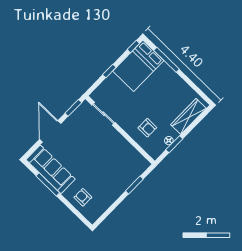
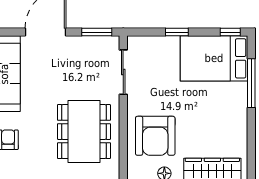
armchair: (147, 128) -> (155, 136), width x1.88, depth x1.88
dining table: (113, 159) -> (84, 132), added

